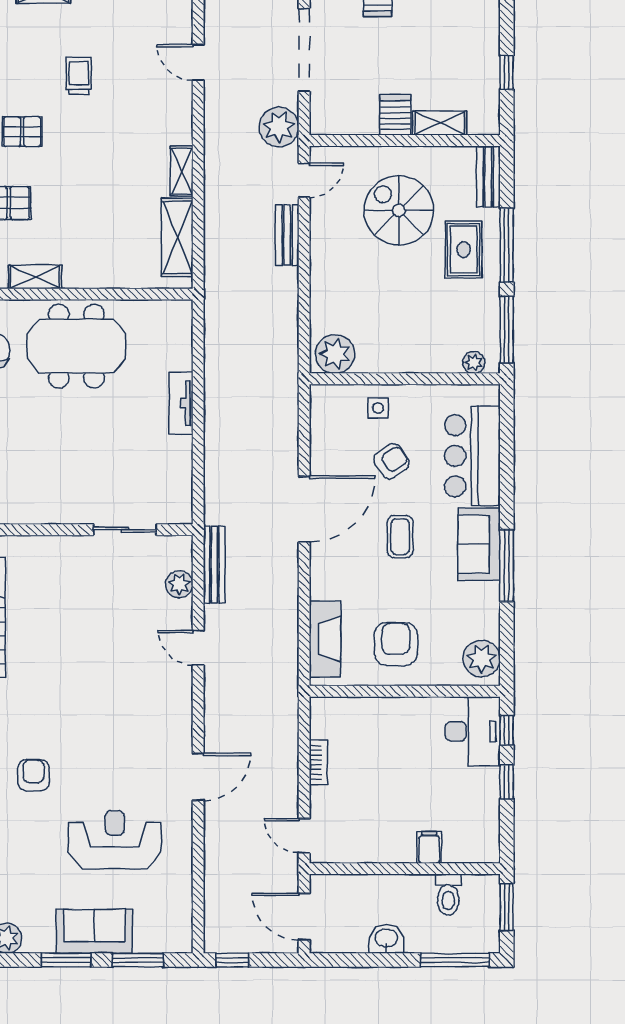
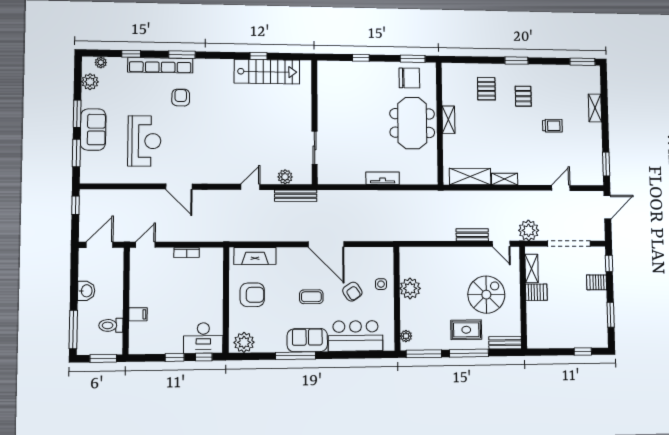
window: (507, 73) -> (583, 351), moved
shelving: (440, 123) -> (532, 269), moved
shelving: (35, 277) -> (448, 120), moved
plant: (335, 354) -> (410, 288), moved
armchair: (33, 775) -> (181, 98), turned -90

